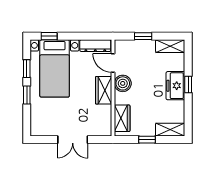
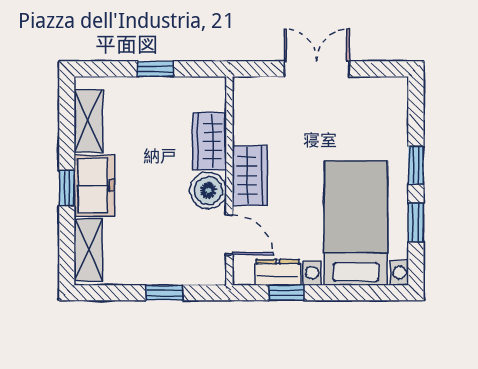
window: (49, 36) -> (286, 293), moved
dresser: (95, 46) -> (278, 272), width x0.70
shelving: (170, 46) -> (88, 250), moved, turned 90
wardrobe: (122, 118) -> (210, 141), moved
shelving: (170, 130) -> (88, 121), moved, turned 90

